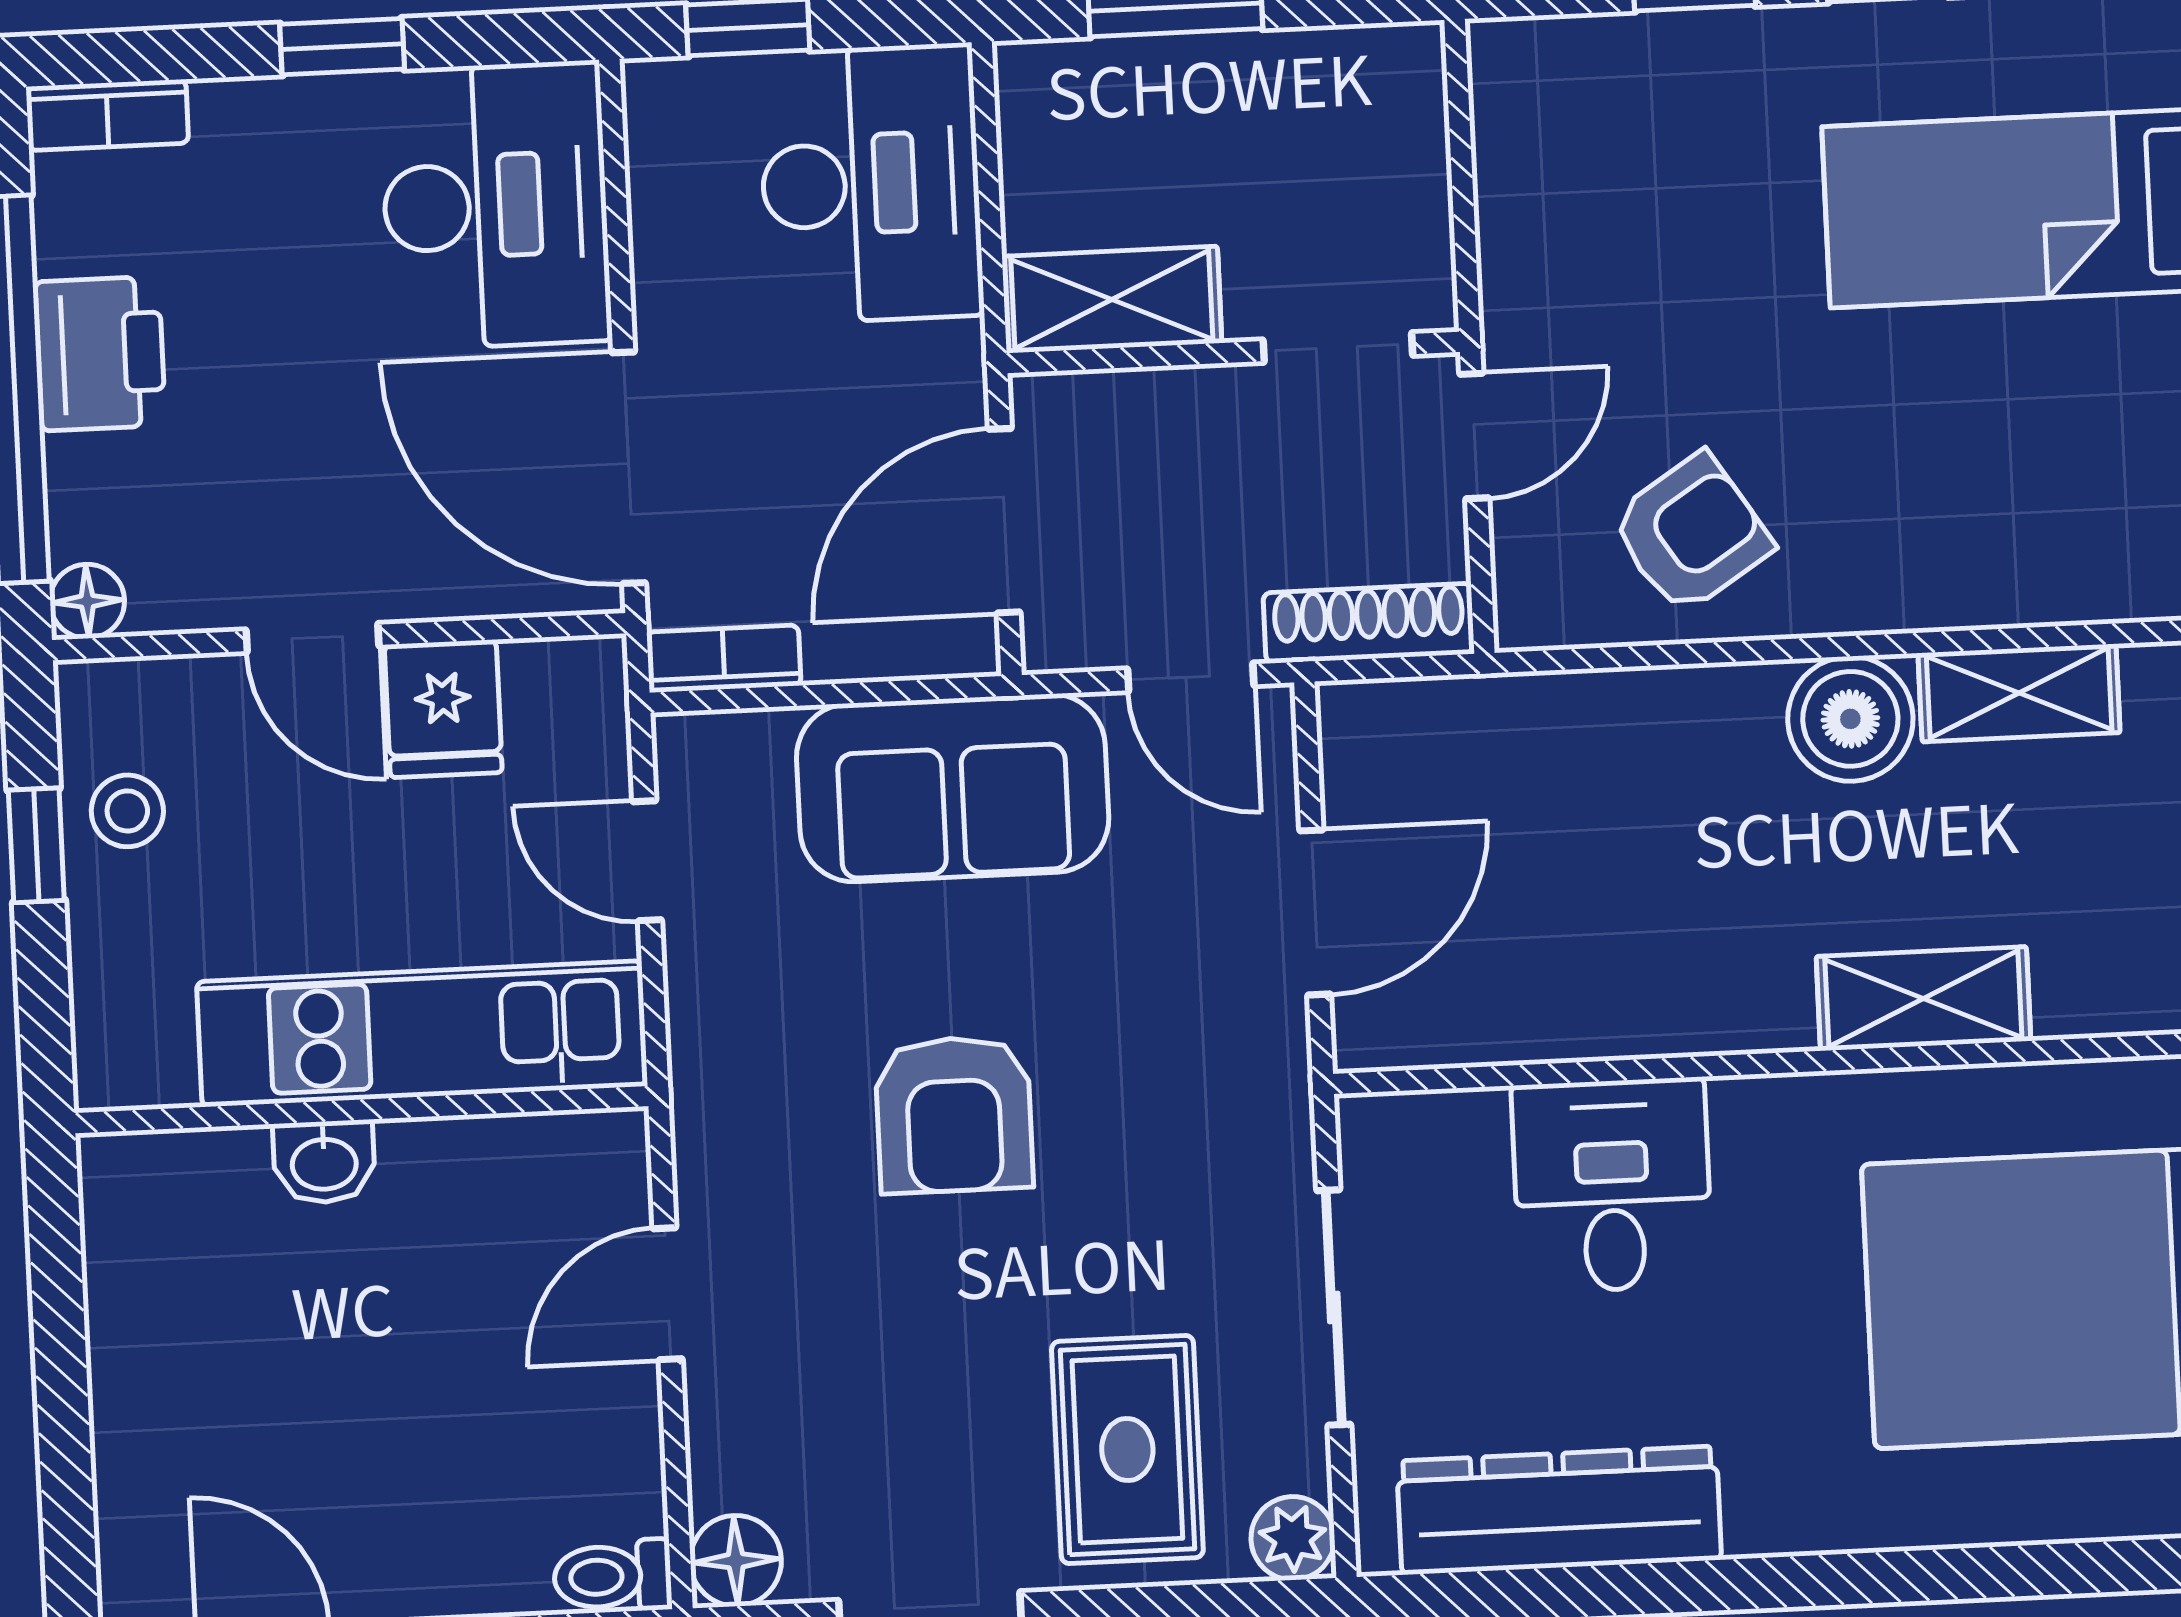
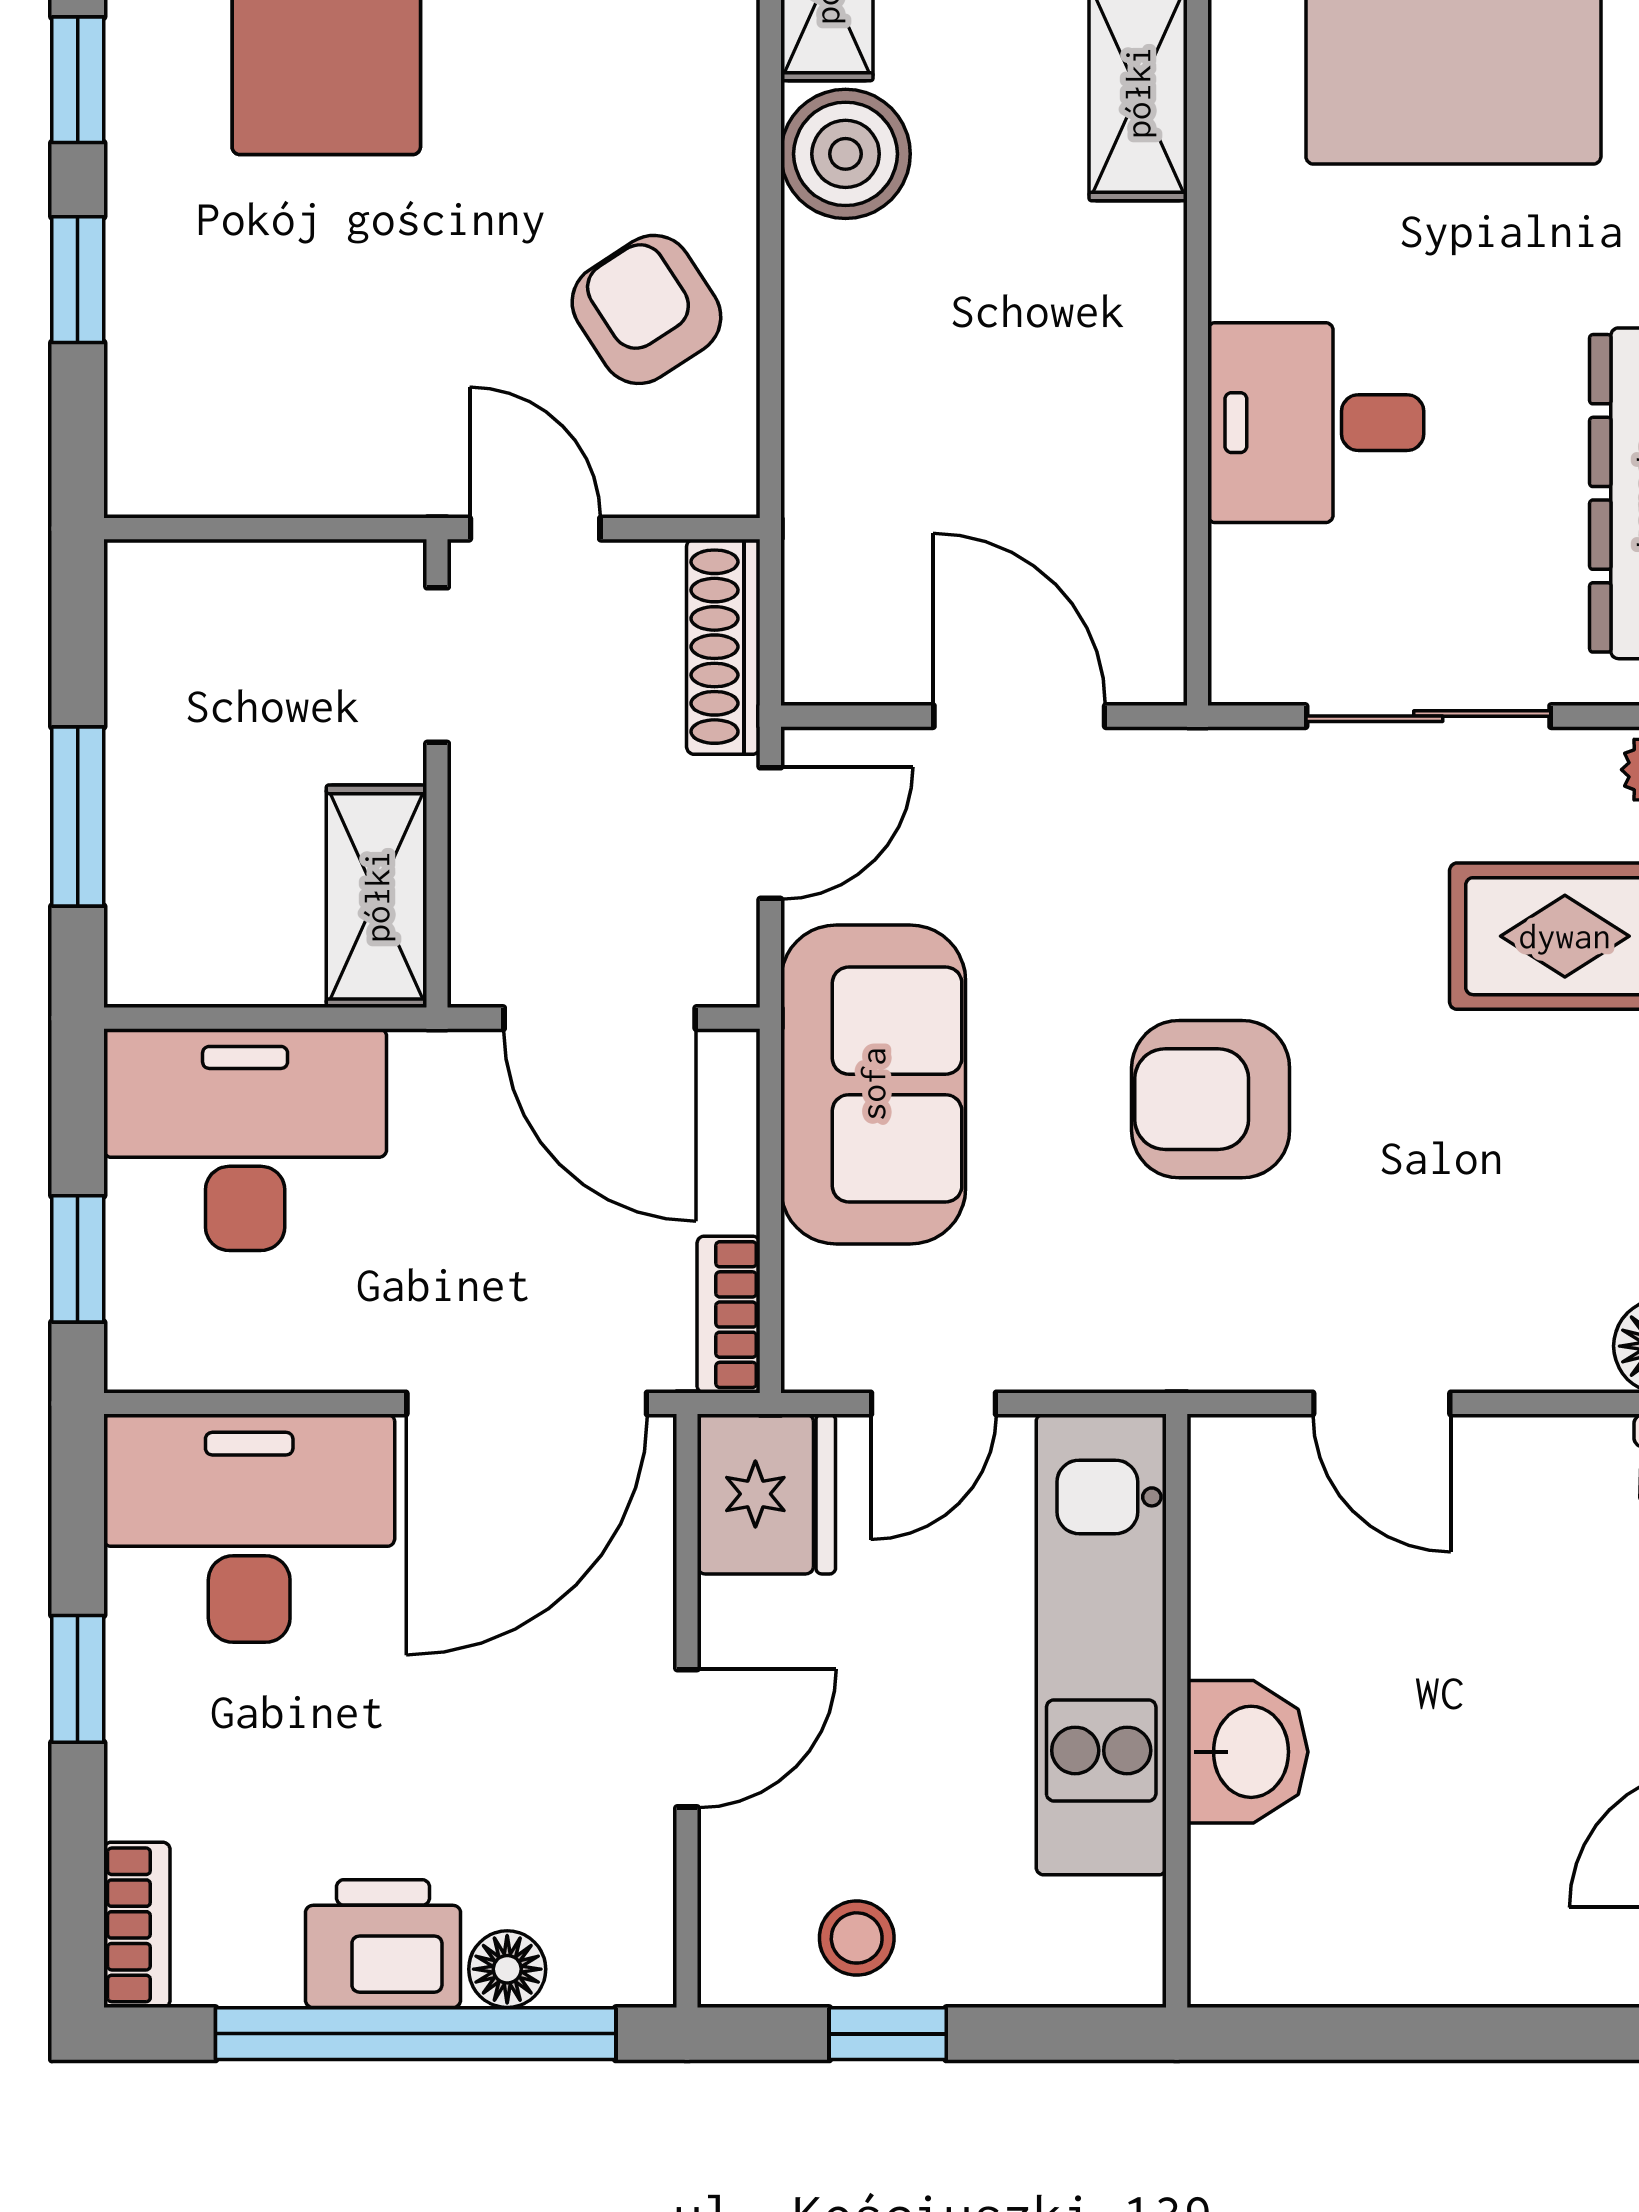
floor lamp: (87, 601) -> (507, 1969), moved
fridge: (443, 709) -> (766, 1494), moved, width x1.38
armchair: (954, 1115) -> (1211, 1099), turned 180
washbasin: (324, 1162) -> (1247, 1752), width x1.38, depth x1.45

